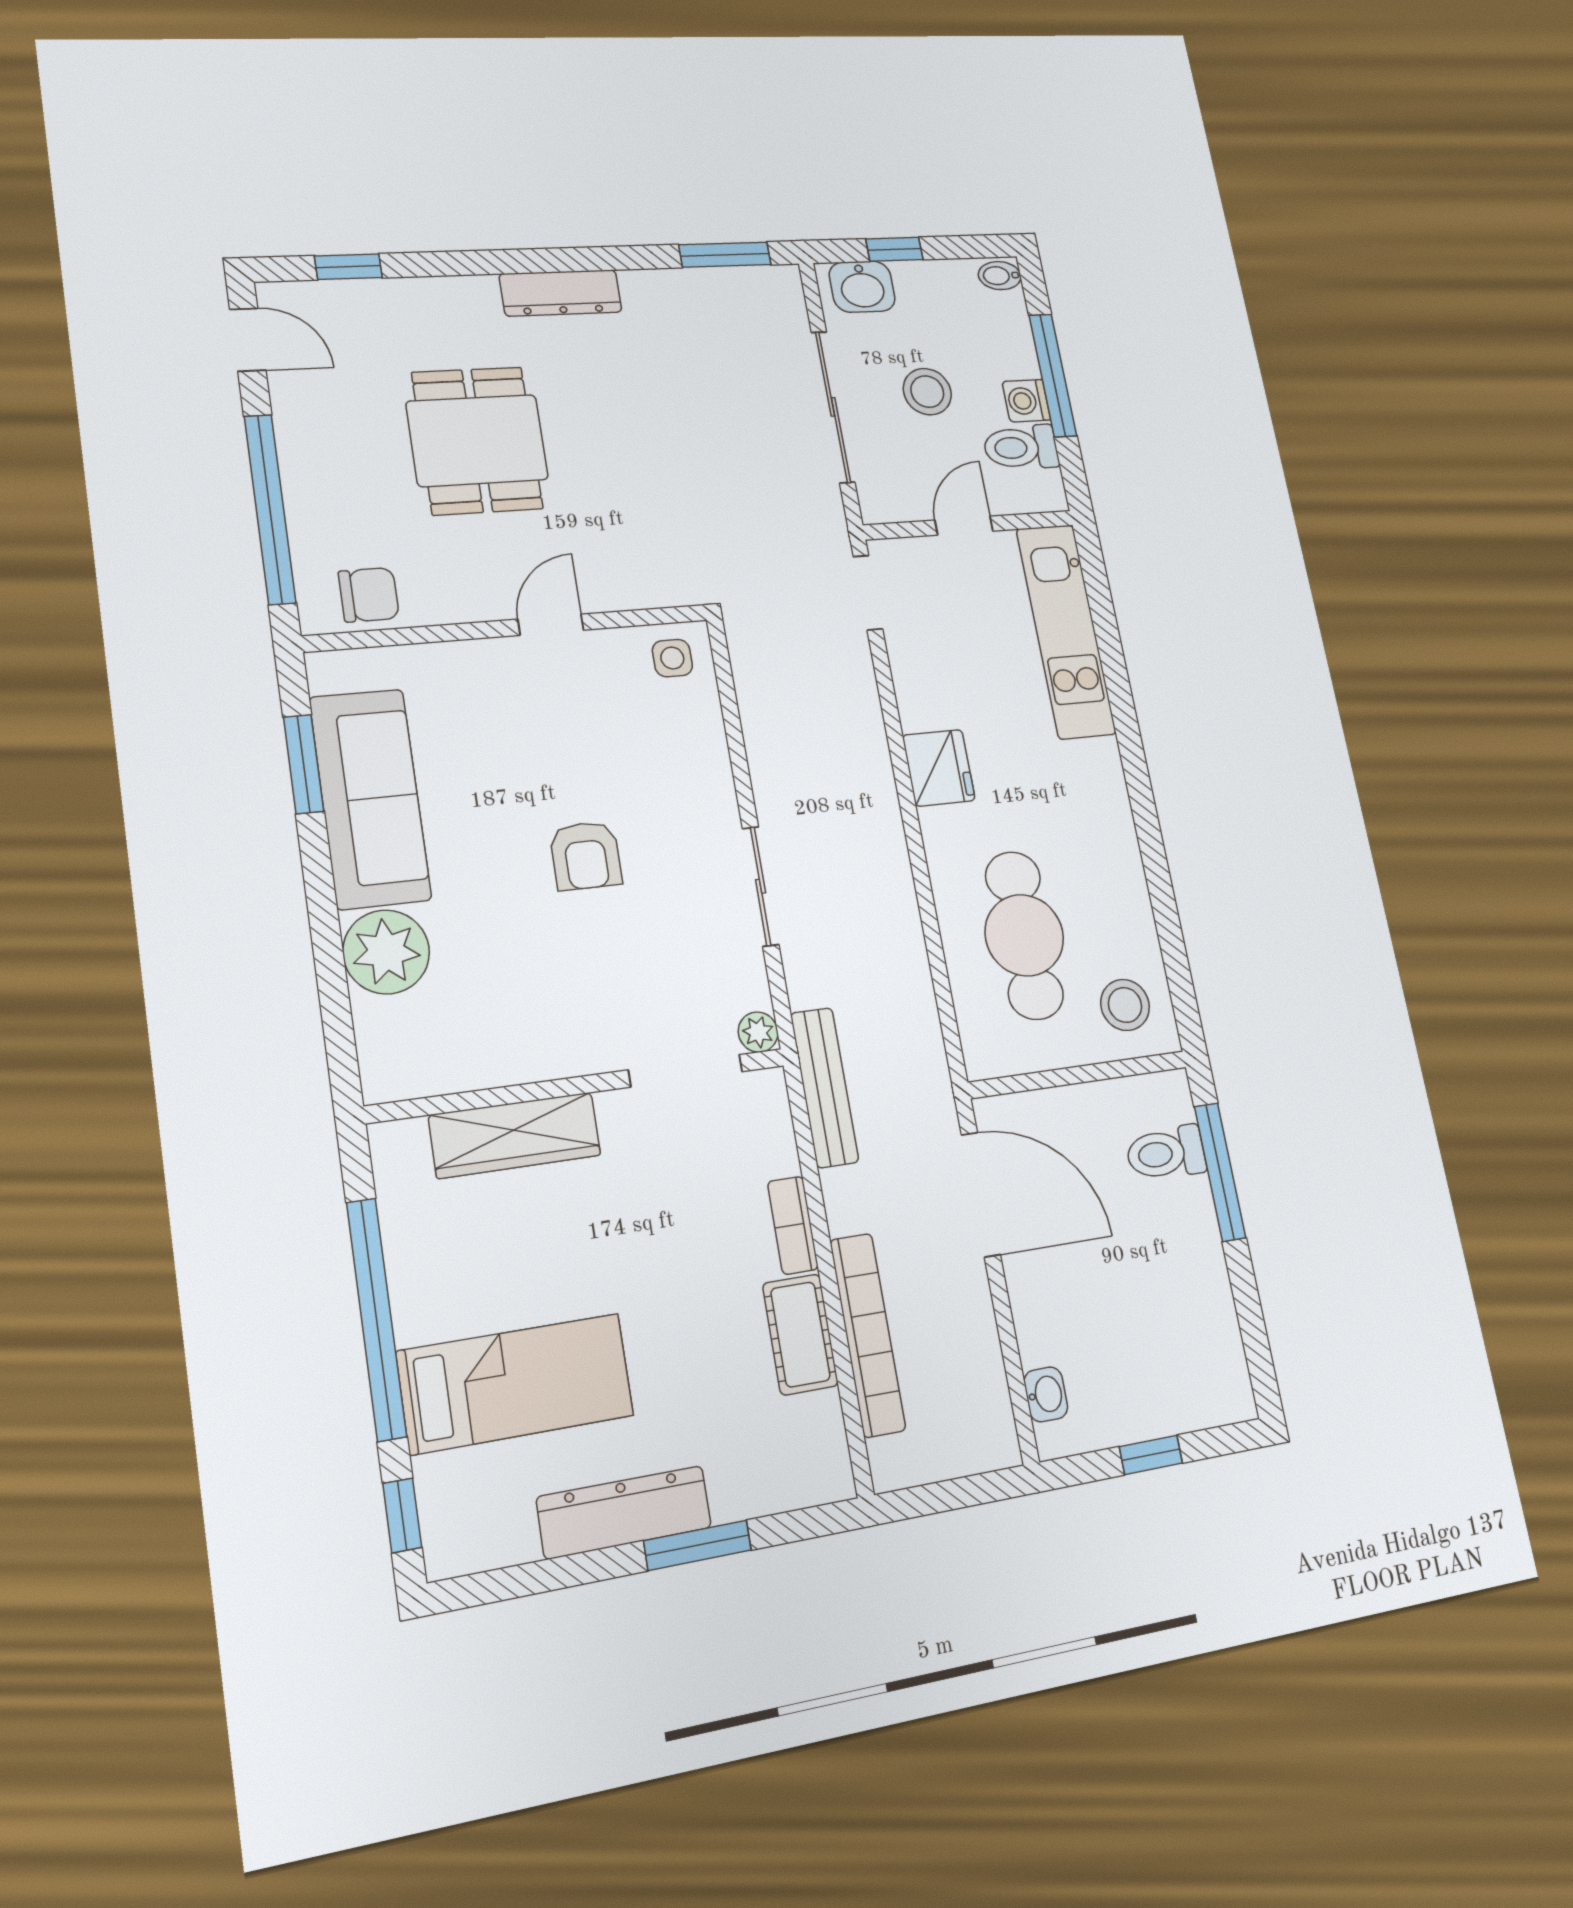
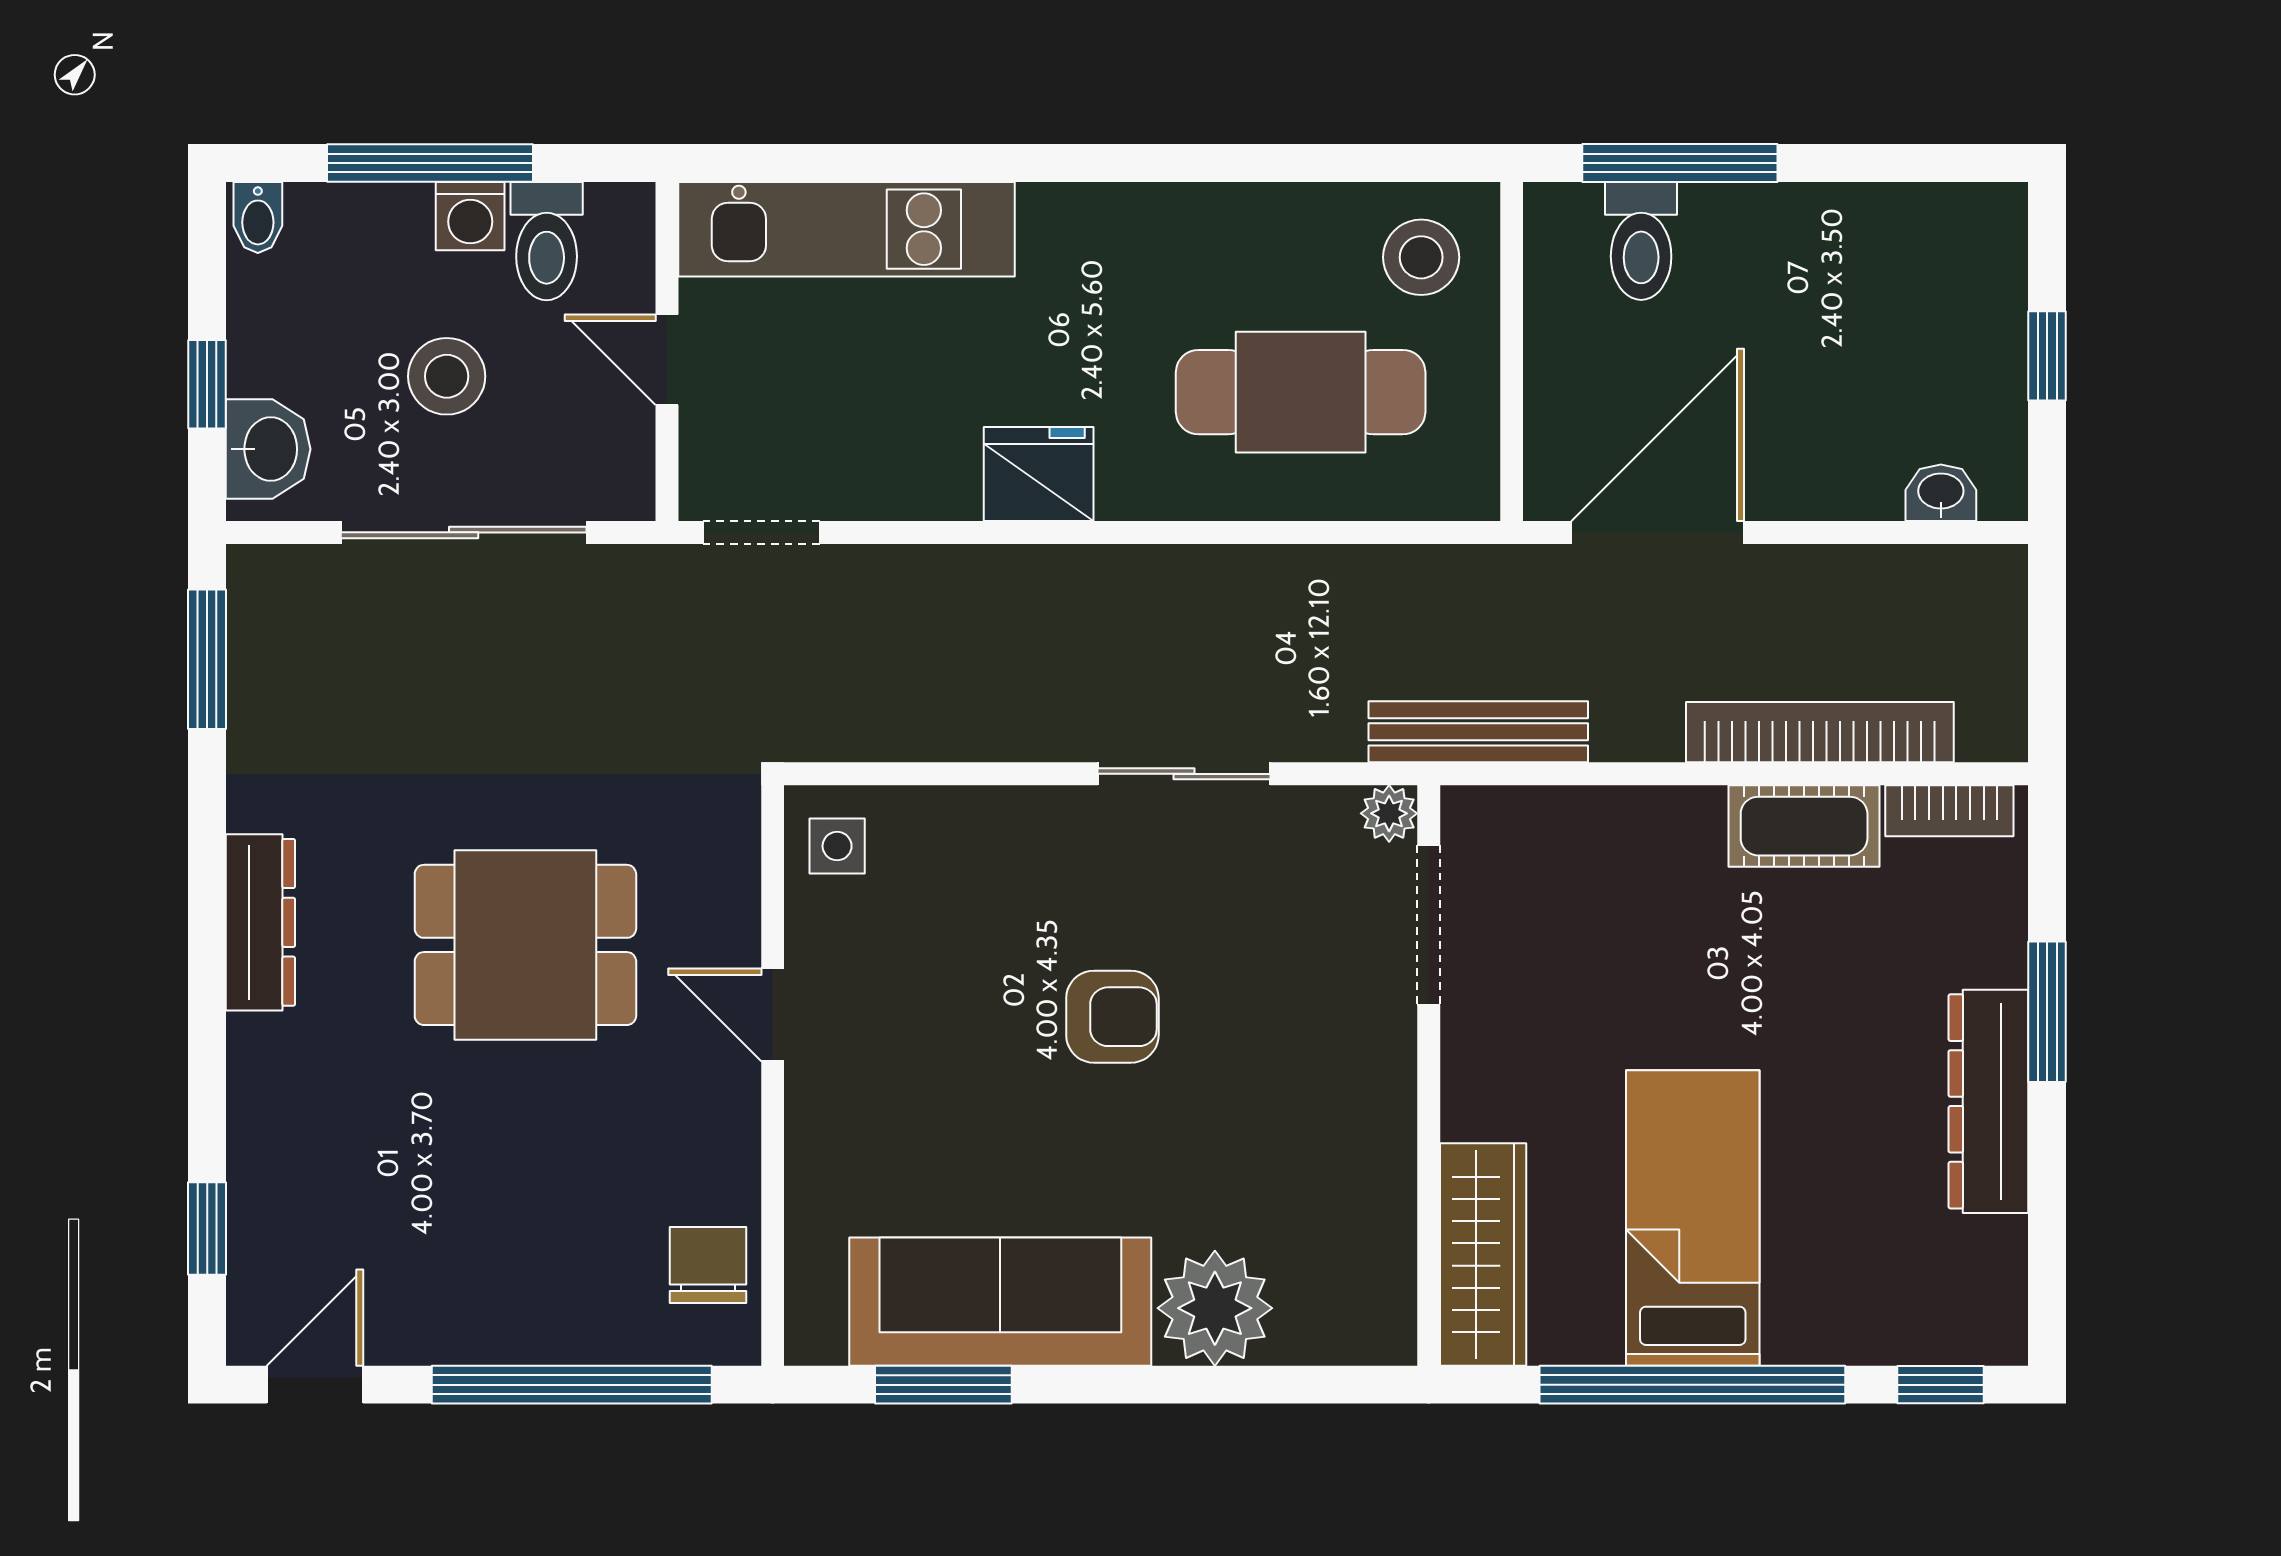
dining table: (477, 440) -> (525, 945), moved
wardrobe: (515, 1135) -> (1483, 1254), moved
bookcase: (793, 1225) -> (1949, 811), moved
bed: (516, 1384) -> (1693, 1218), moved

